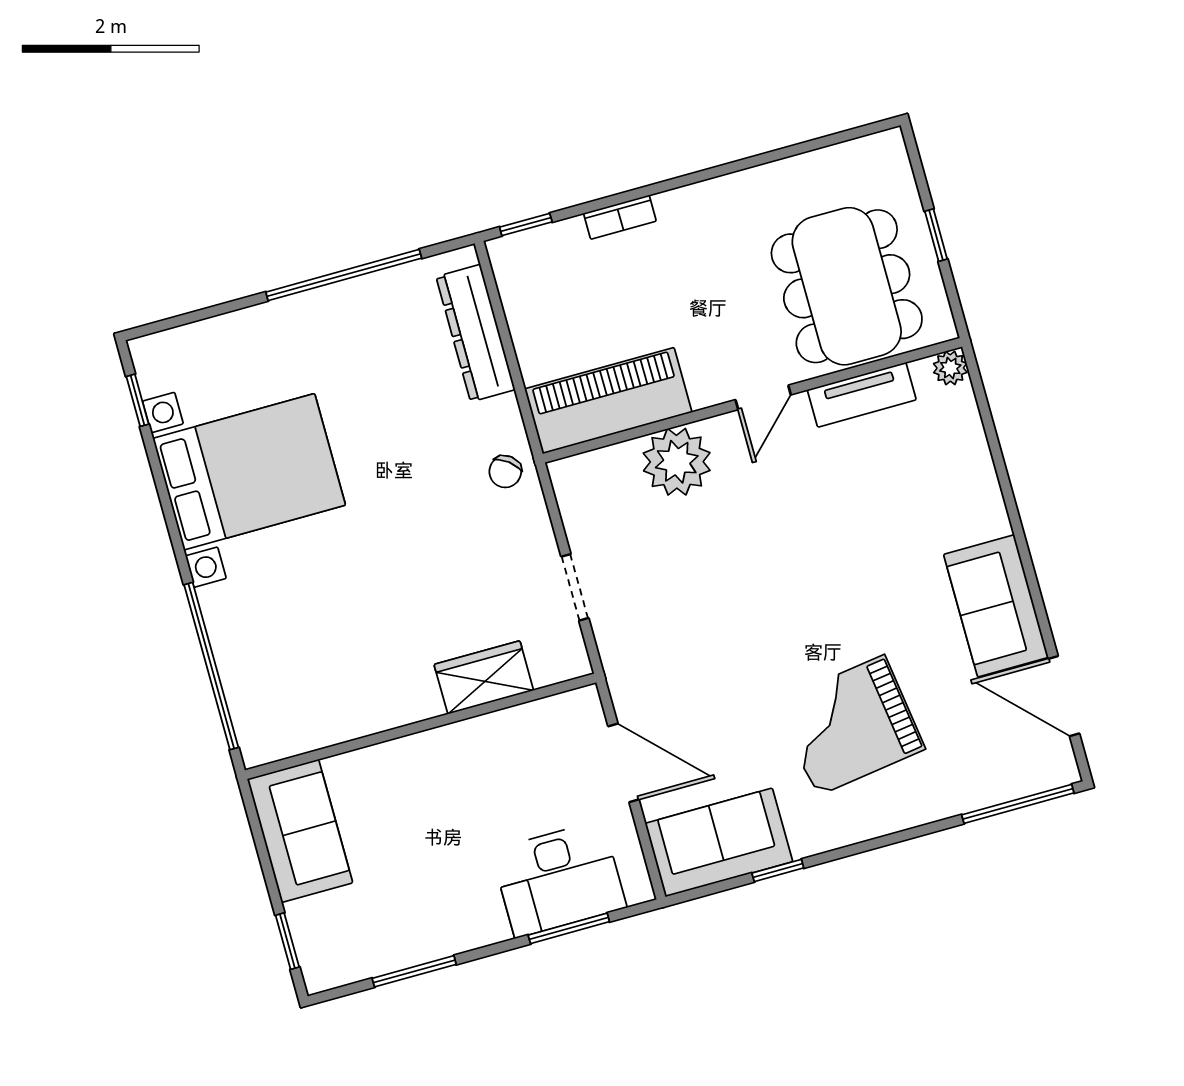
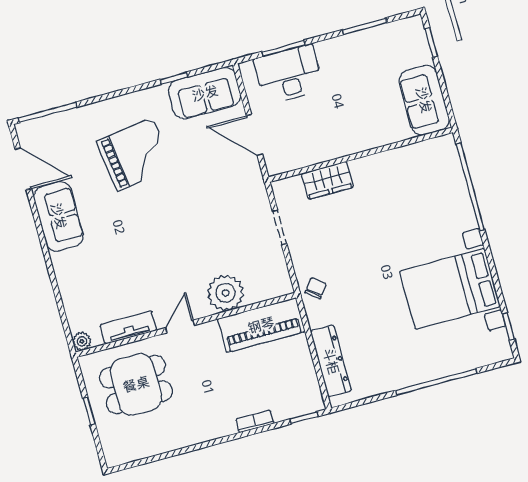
window: (344, 275) -> (436, 382), moved
dining table: (847, 286) -> (136, 384), width x0.73

